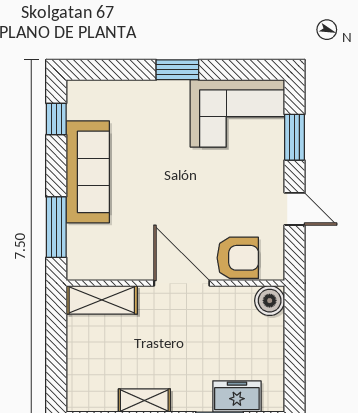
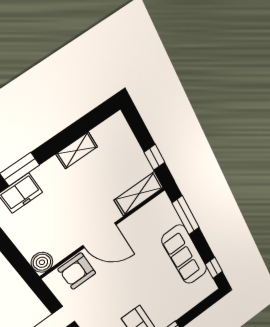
window: (56, 331) -> (154, 157), added

